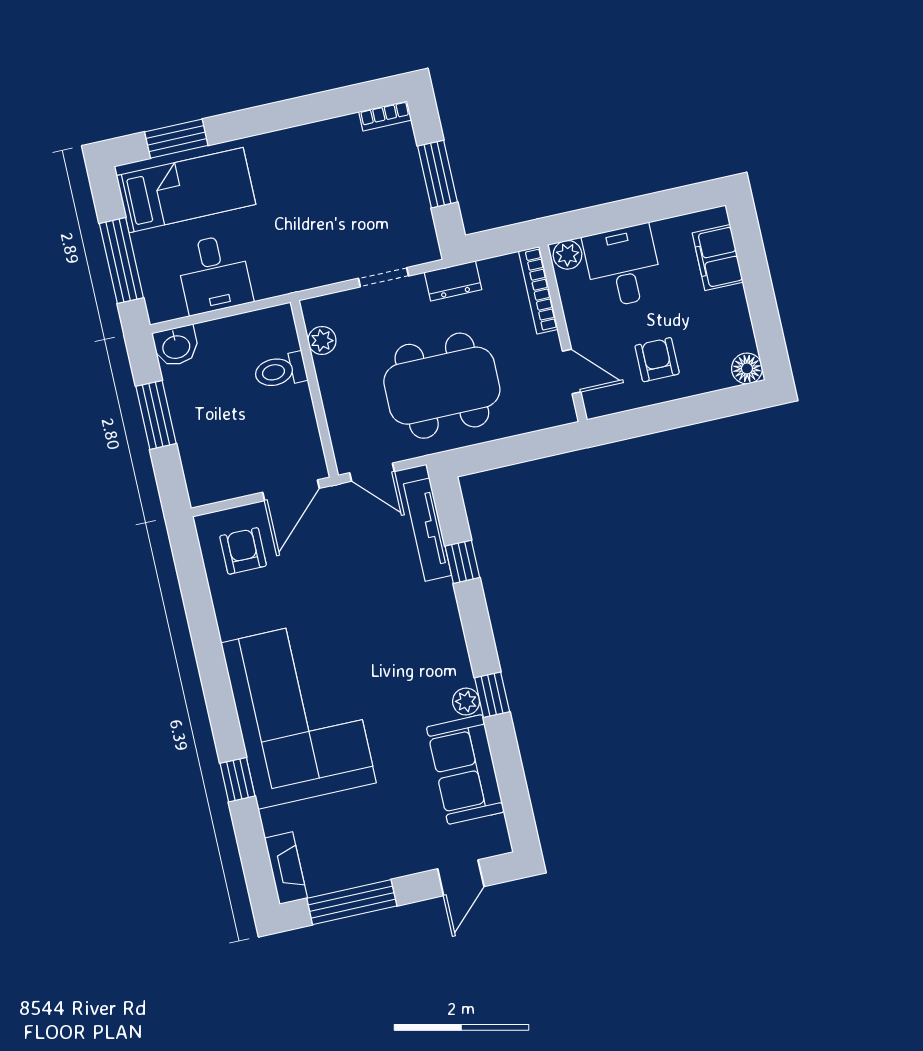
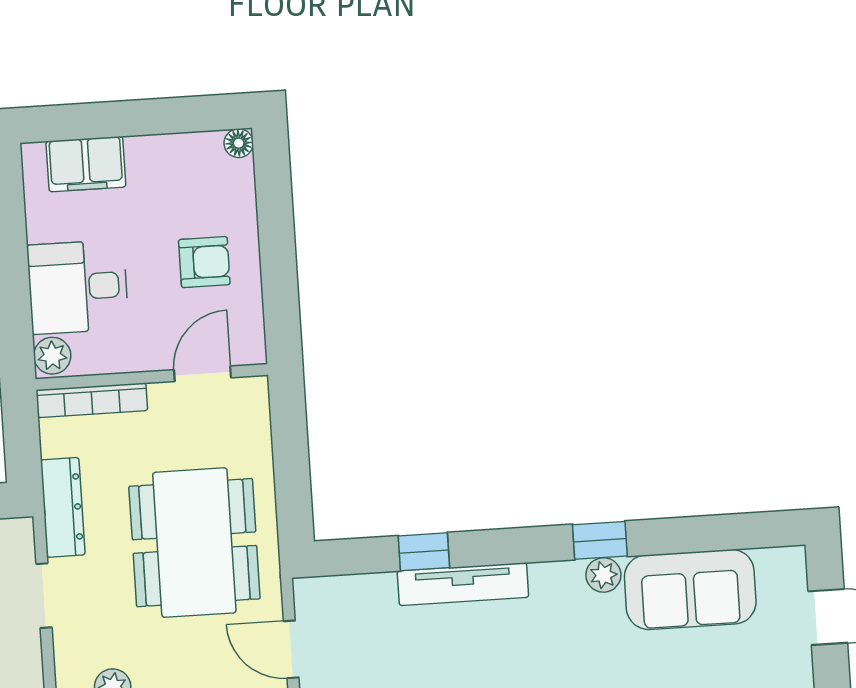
dresser: (453, 281) -> (63, 507), width x1.44
armchair: (657, 360) -> (204, 262), turned 180
floor lamp: (747, 368) -> (239, 143), width x0.73, depth x0.73
door: (372, 472) -> (291, 649), swing flipped
tv unit: (428, 530) -> (463, 584), moved

